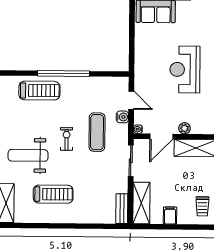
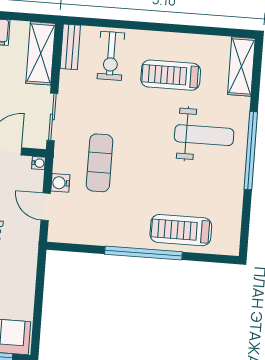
exercise bike: (67, 139) -> (111, 56), moved, width x1.38, depth x1.39

